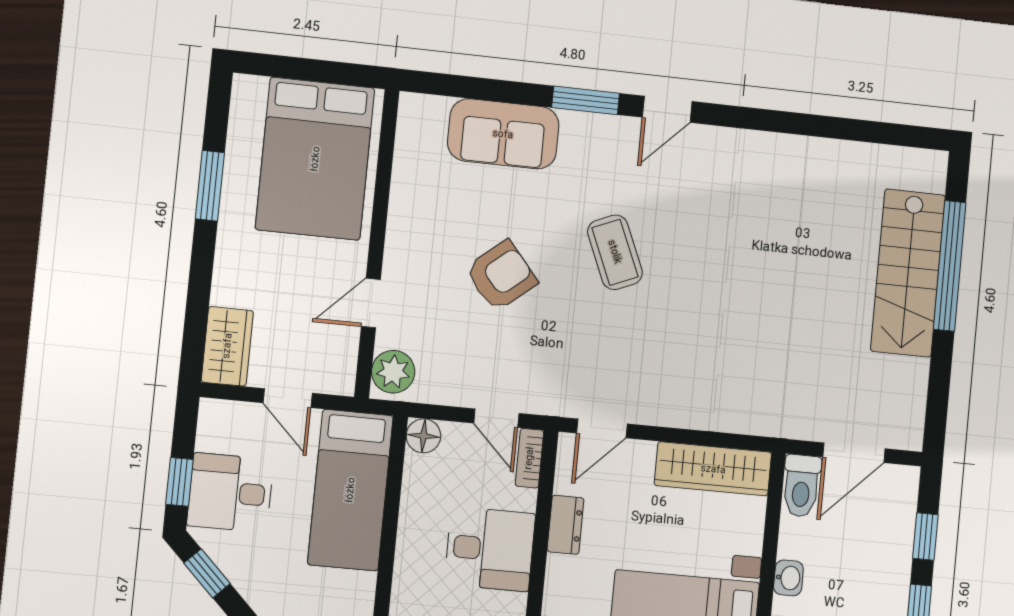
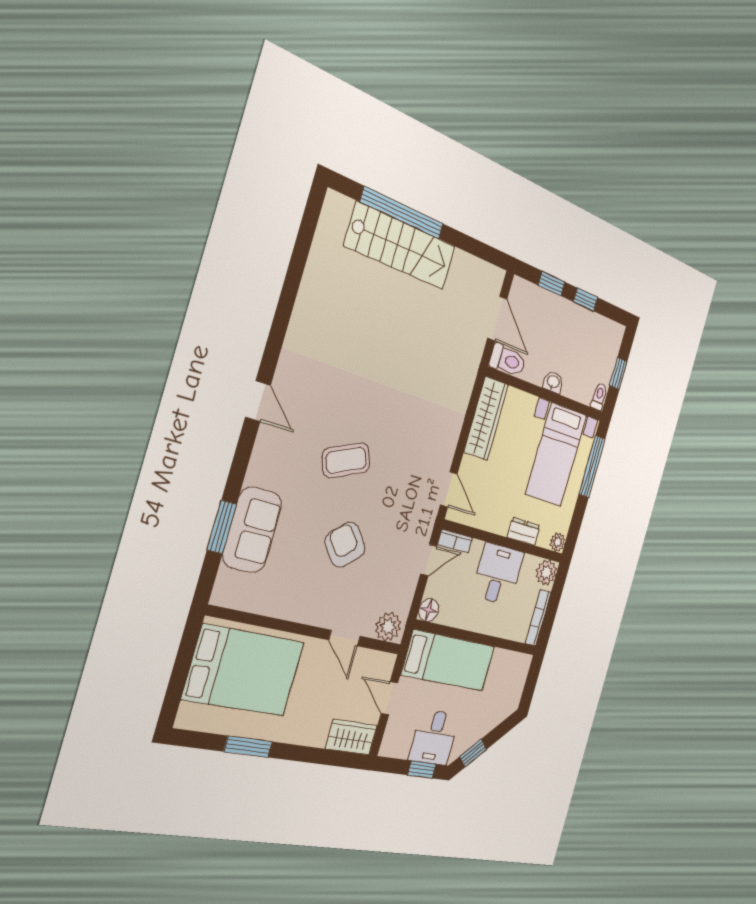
window: (586, 100) -> (222, 527), moved
door: (288, 398) -> (389, 698), swing flipped
dresser: (565, 525) -> (524, 531), moved

